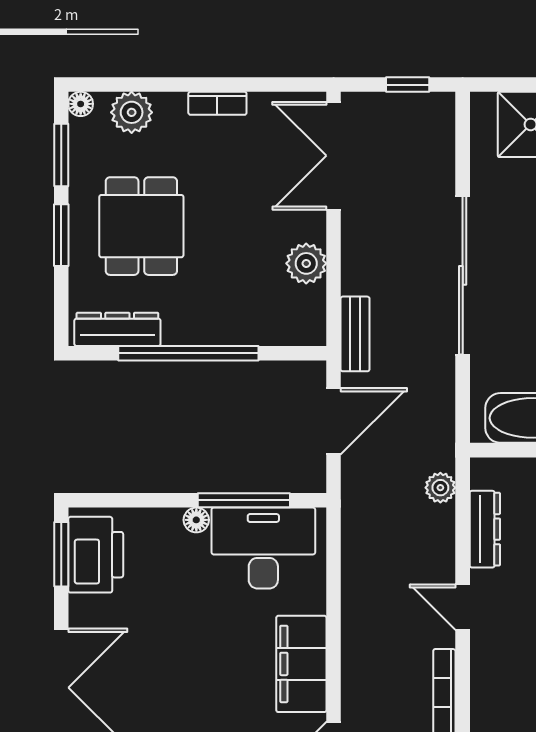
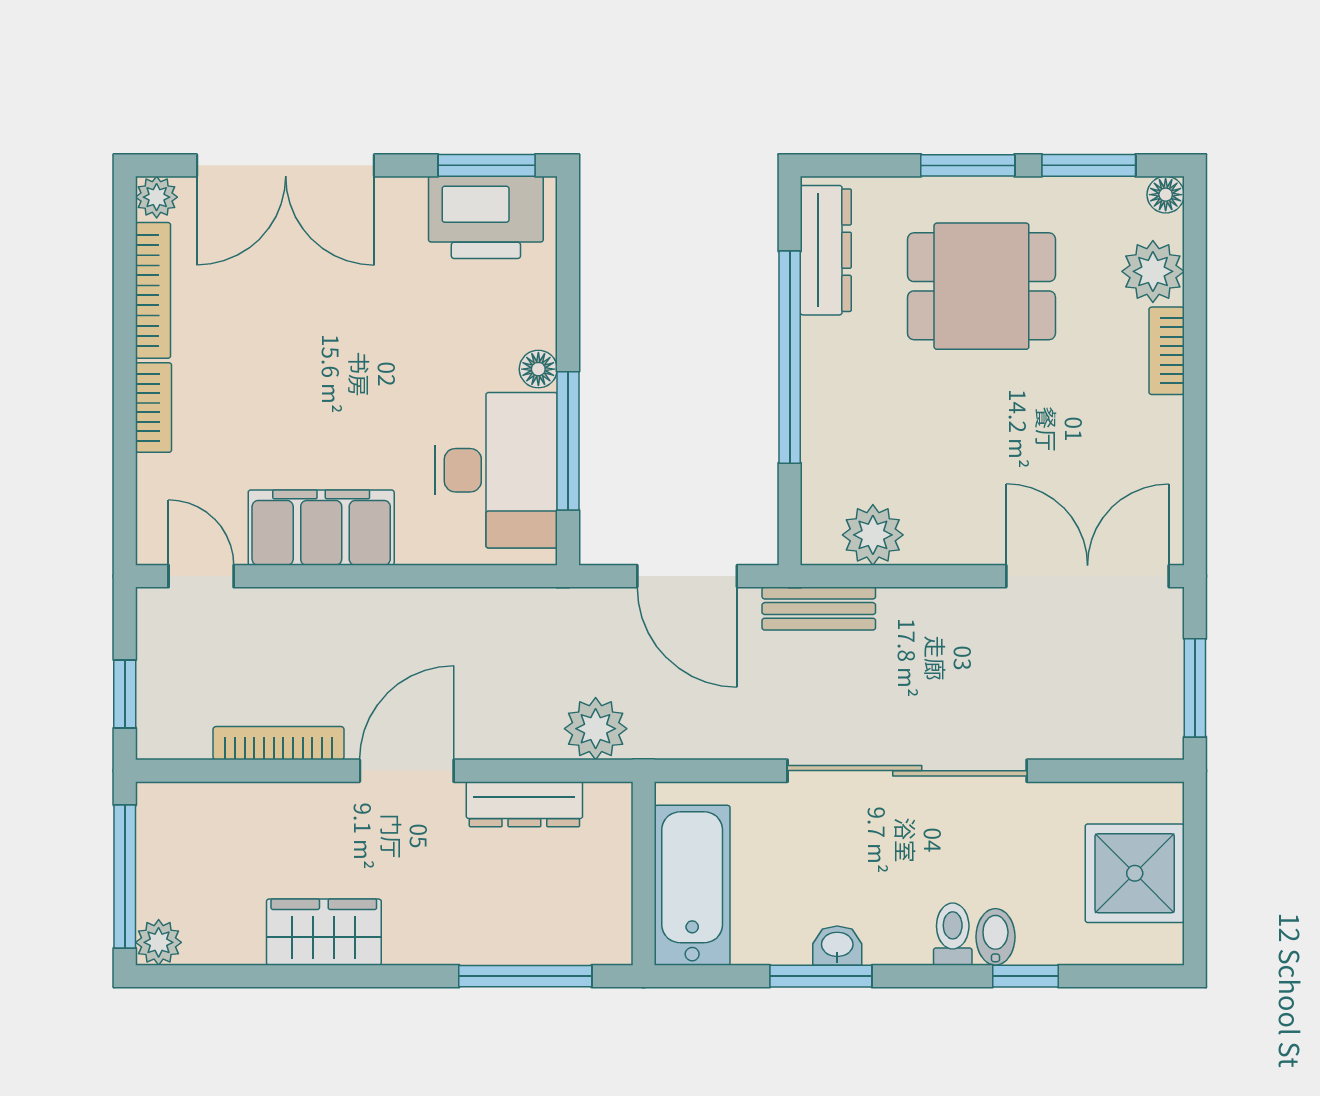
window: (408, 85) -> (1195, 688), width x1.50
bookcase: (217, 103) -> (1167, 351), moved
plant: (306, 263) -> (873, 535), moved
plant: (440, 488) -> (596, 729), width x1.38, depth x1.38
door: (463, 607) -> (407, 771), width x1.38

